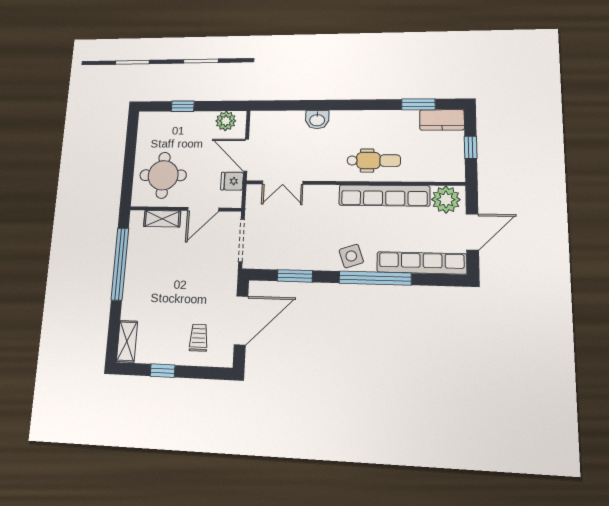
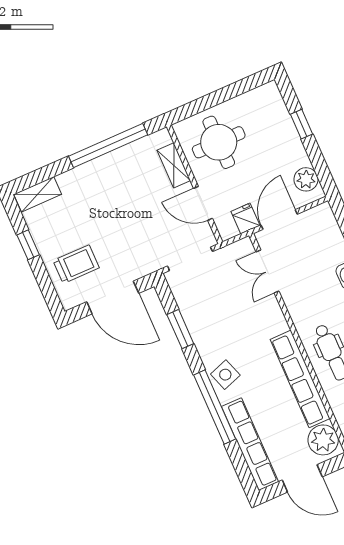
trolley: (199, 338) -> (76, 264), width x1.36, depth x1.39

